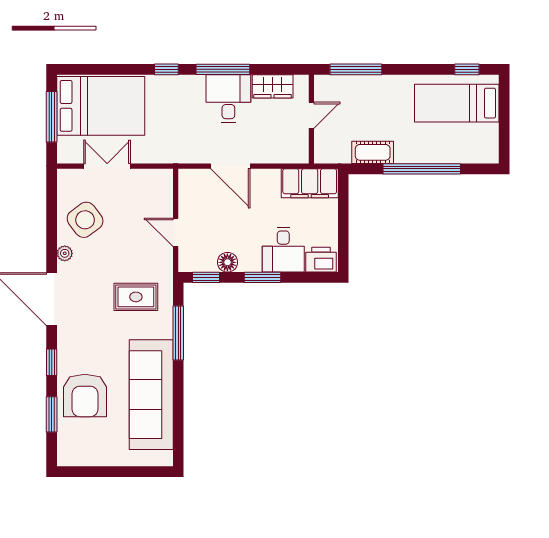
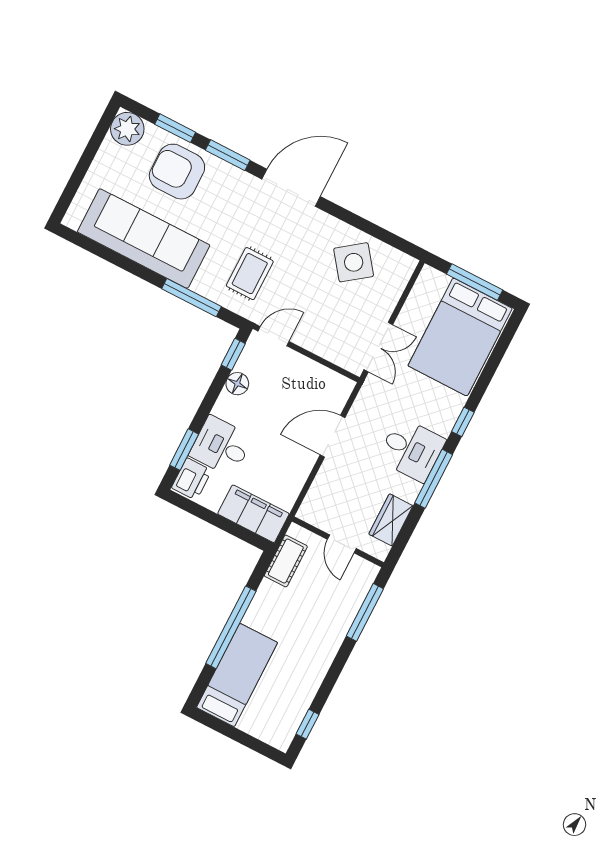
desk: (228, 99) -> (411, 450), moved
bed: (457, 103) -> (237, 675), moved
cot: (373, 152) -> (286, 561), moved
double door: (107, 166) -> (378, 347), moved
filing cabinet: (310, 183) -> (253, 514), moved, turned 90
door: (176, 232) -> (274, 336), moved
plant: (65, 253) -> (127, 129), moved, width x1.88, depth x1.88
window: (262, 277) -> (184, 450), moved
window: (52, 362) -> (228, 155), width x1.50

